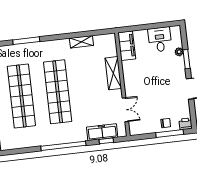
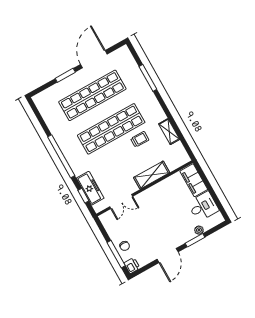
filing cabinet: (127, 46) -> (194, 180), moved, turned 90
trolley: (77, 71) -> (140, 139), added

